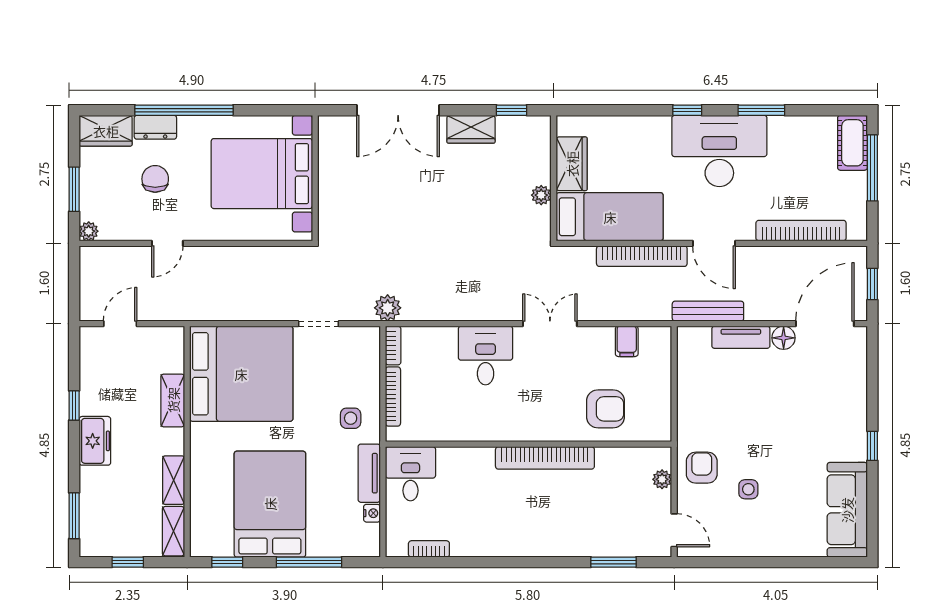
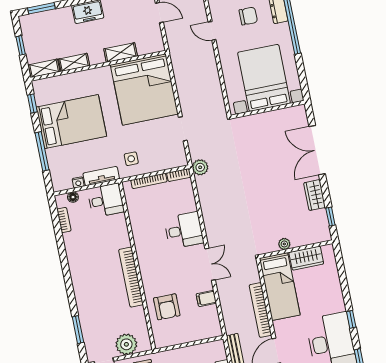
filing cabinet: (627, 341) -> (206, 298), moved
plant: (662, 479) -> (126, 344), width x1.87, depth x1.87
floor lamp: (394, 527) -> (73, 197), added

